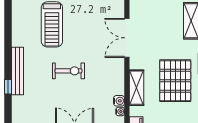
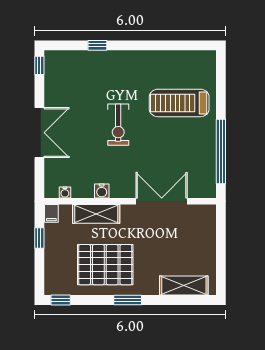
bench: (18, 71) -> (118, 58), removed
water cooler: (119, 101) -> (102, 191), moved

